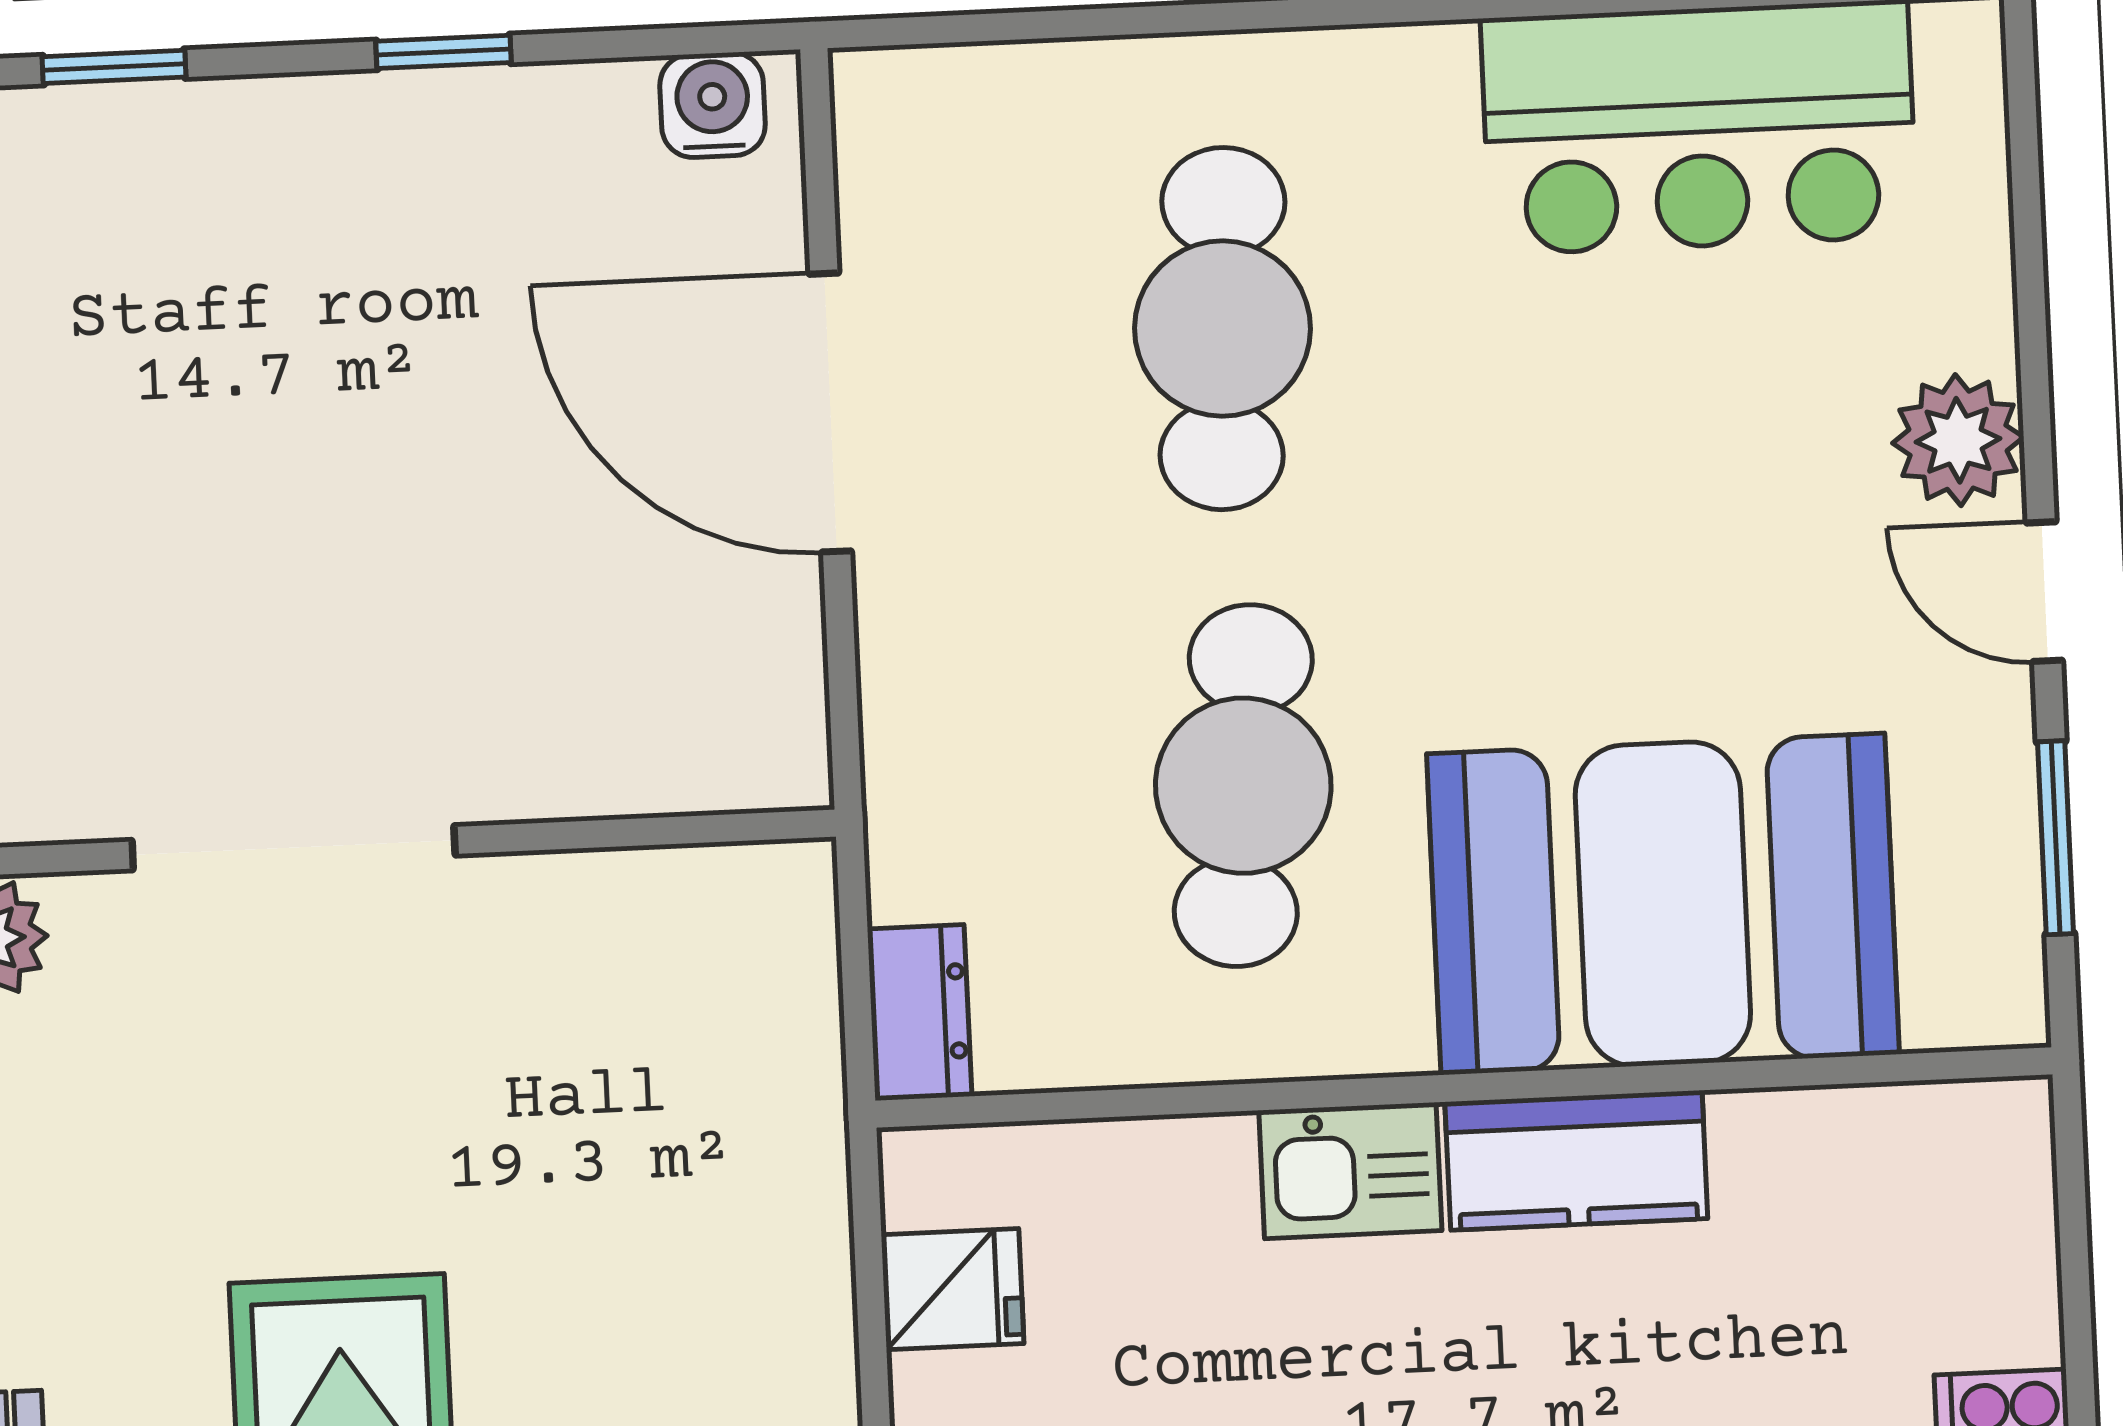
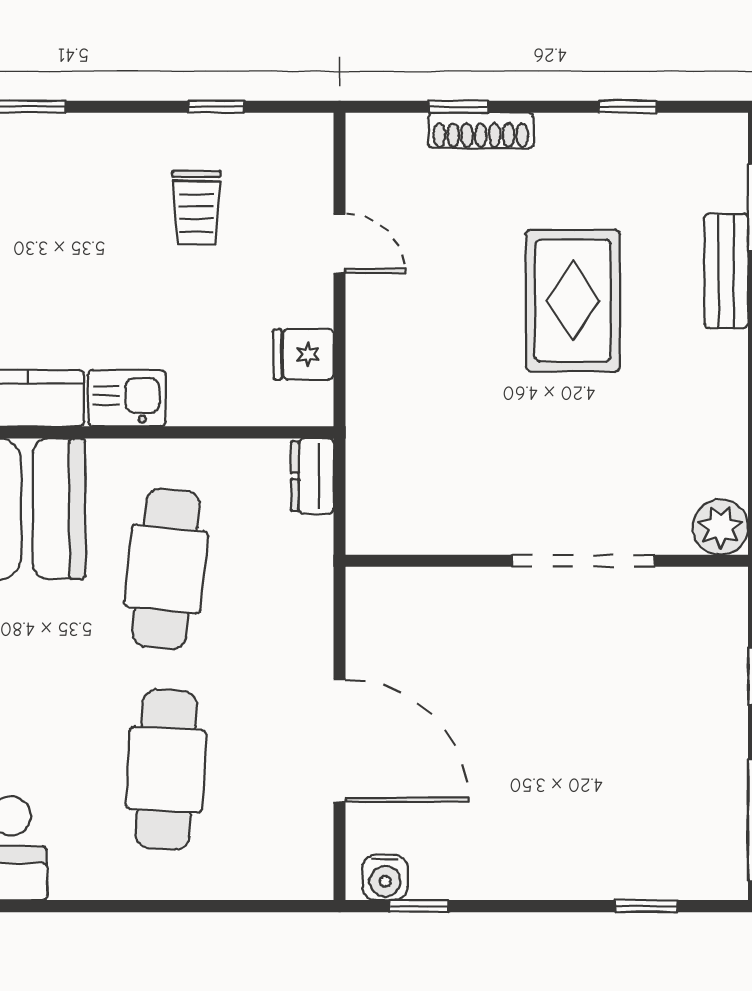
window: (444, 52) -> (419, 906), moved

